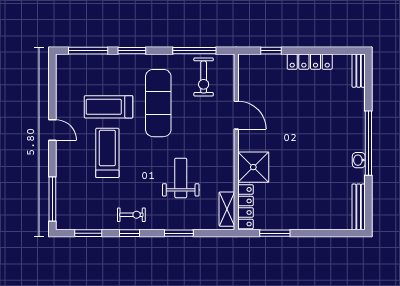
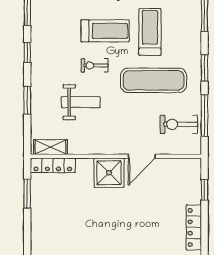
window: (132, 51) -> (205, 68), moved
shower: (253, 167) -> (109, 173), moved
exercise bike: (131, 215) -> (95, 65), moved, turned 90

